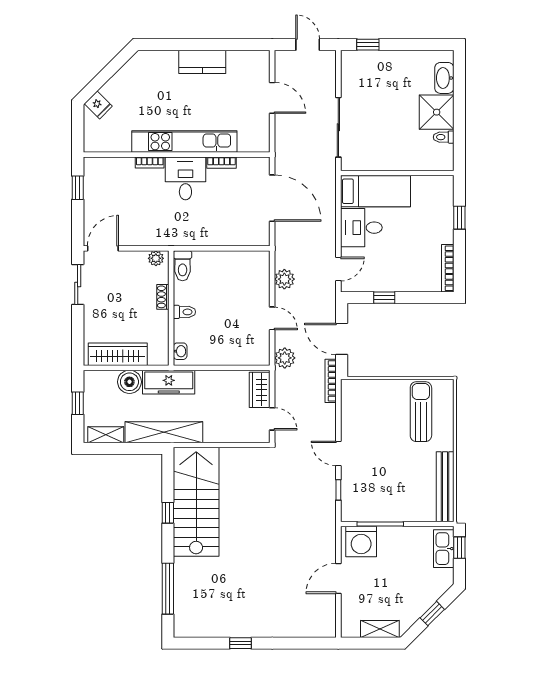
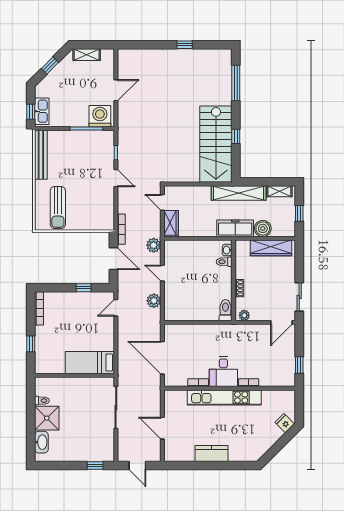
desk: (361, 228) -> (100, 337), removed
toilet: (184, 312) -> (224, 262), moved

